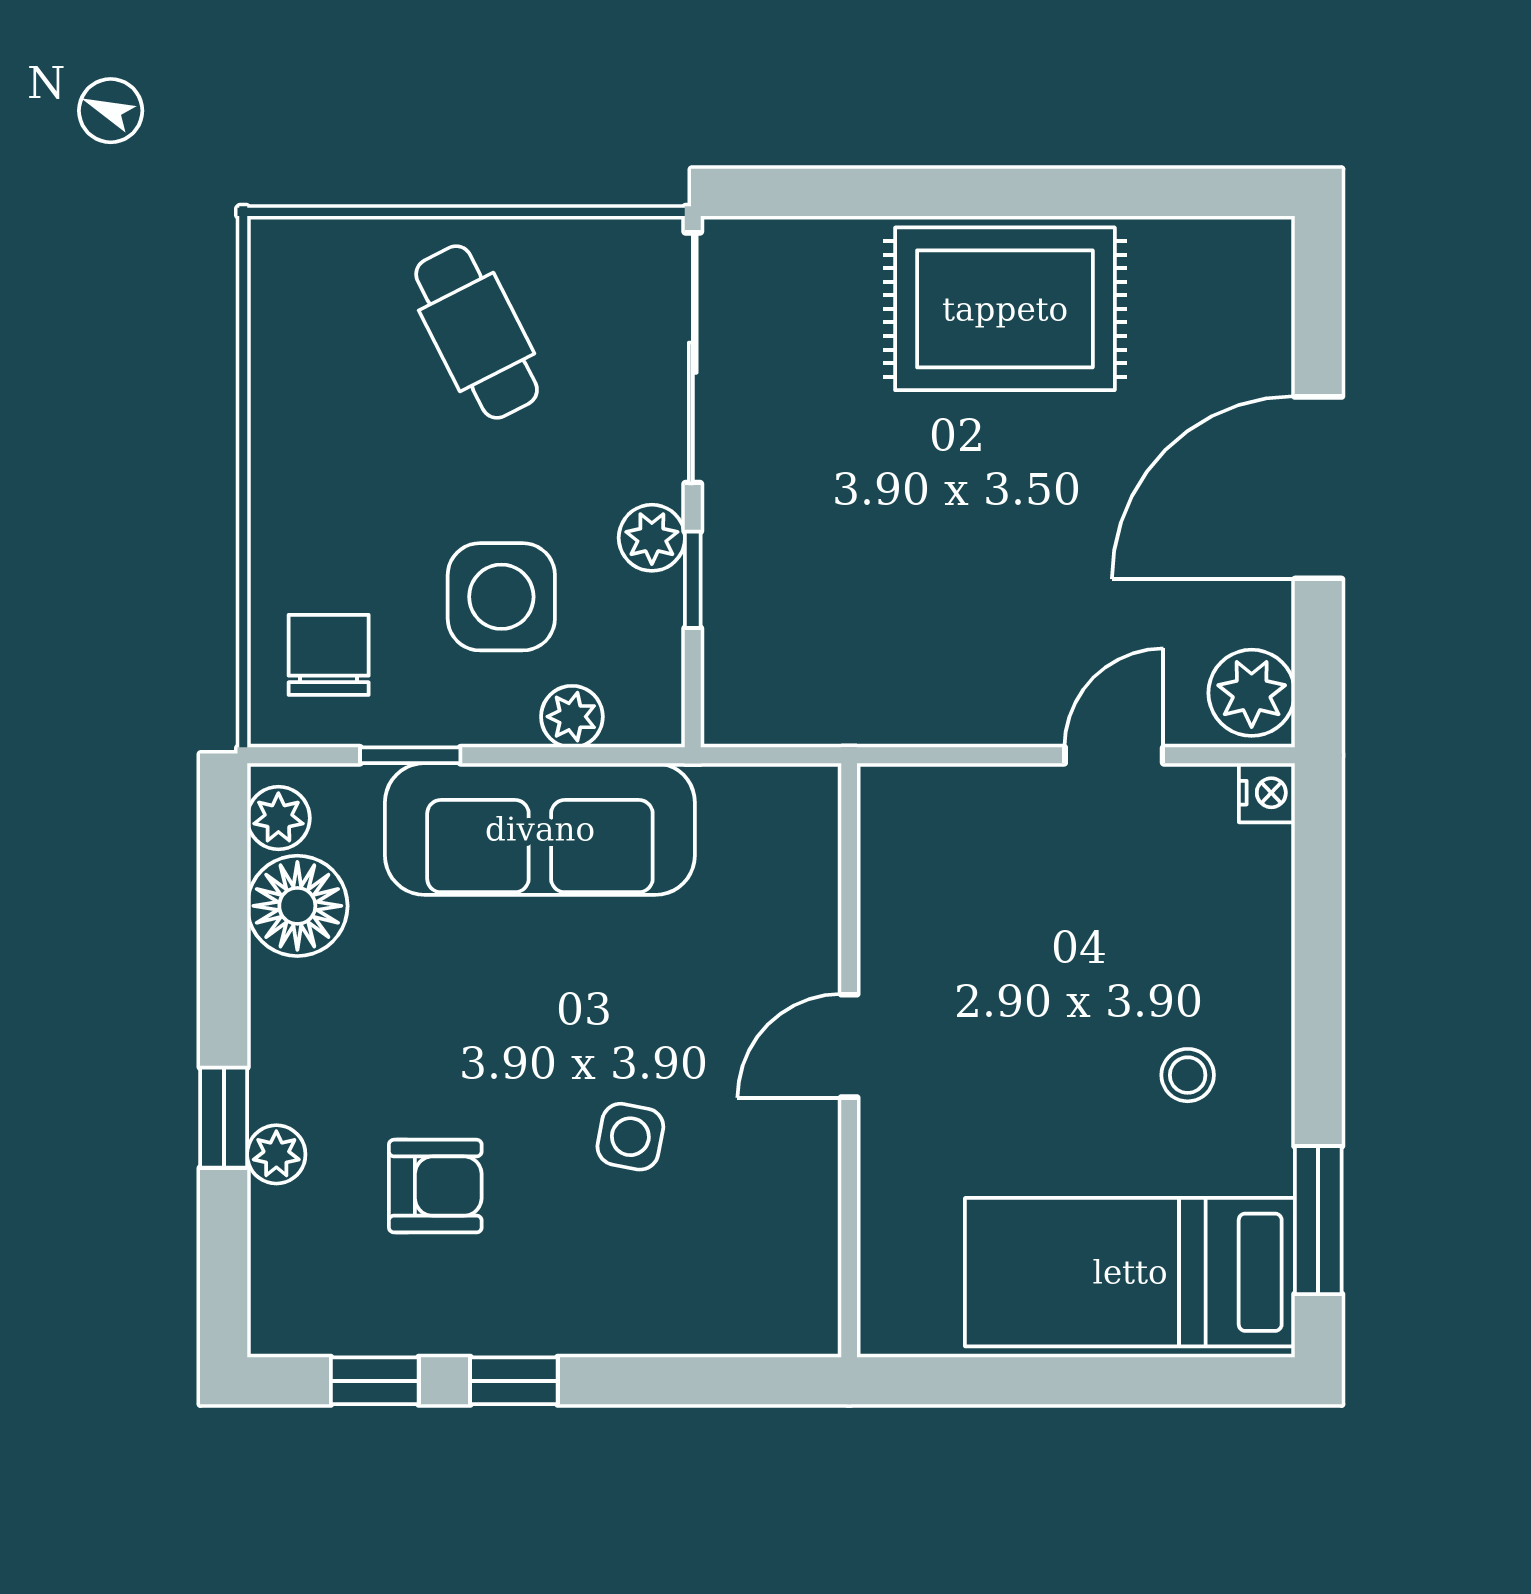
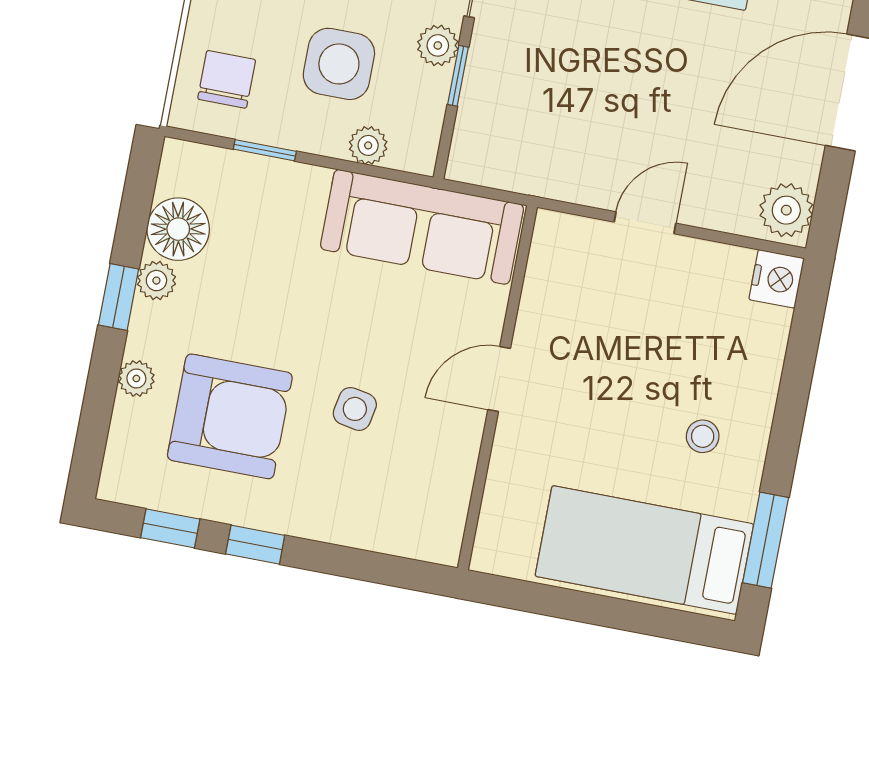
door: (1114, 755) -> (645, 223), moved
nightstand: (1267, 793) -> (777, 279), width x1.39, depth x1.35
plant: (278, 818) -> (156, 281), moved
sofa: (540, 829) -> (422, 227), moved
window: (224, 1118) -> (119, 297), moved
armchair: (435, 1186) -> (230, 416), width x1.88, depth x1.88

